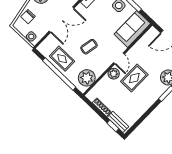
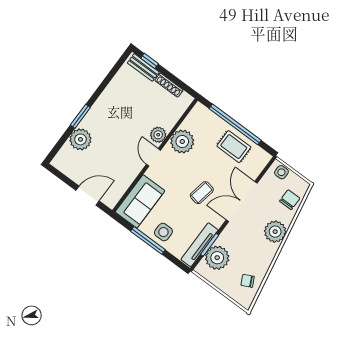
coffee table: (89, 47) -> (202, 193), moved
plant: (87, 78) -> (182, 141), moved
rug: (134, 78) -> (128, 132), removed

